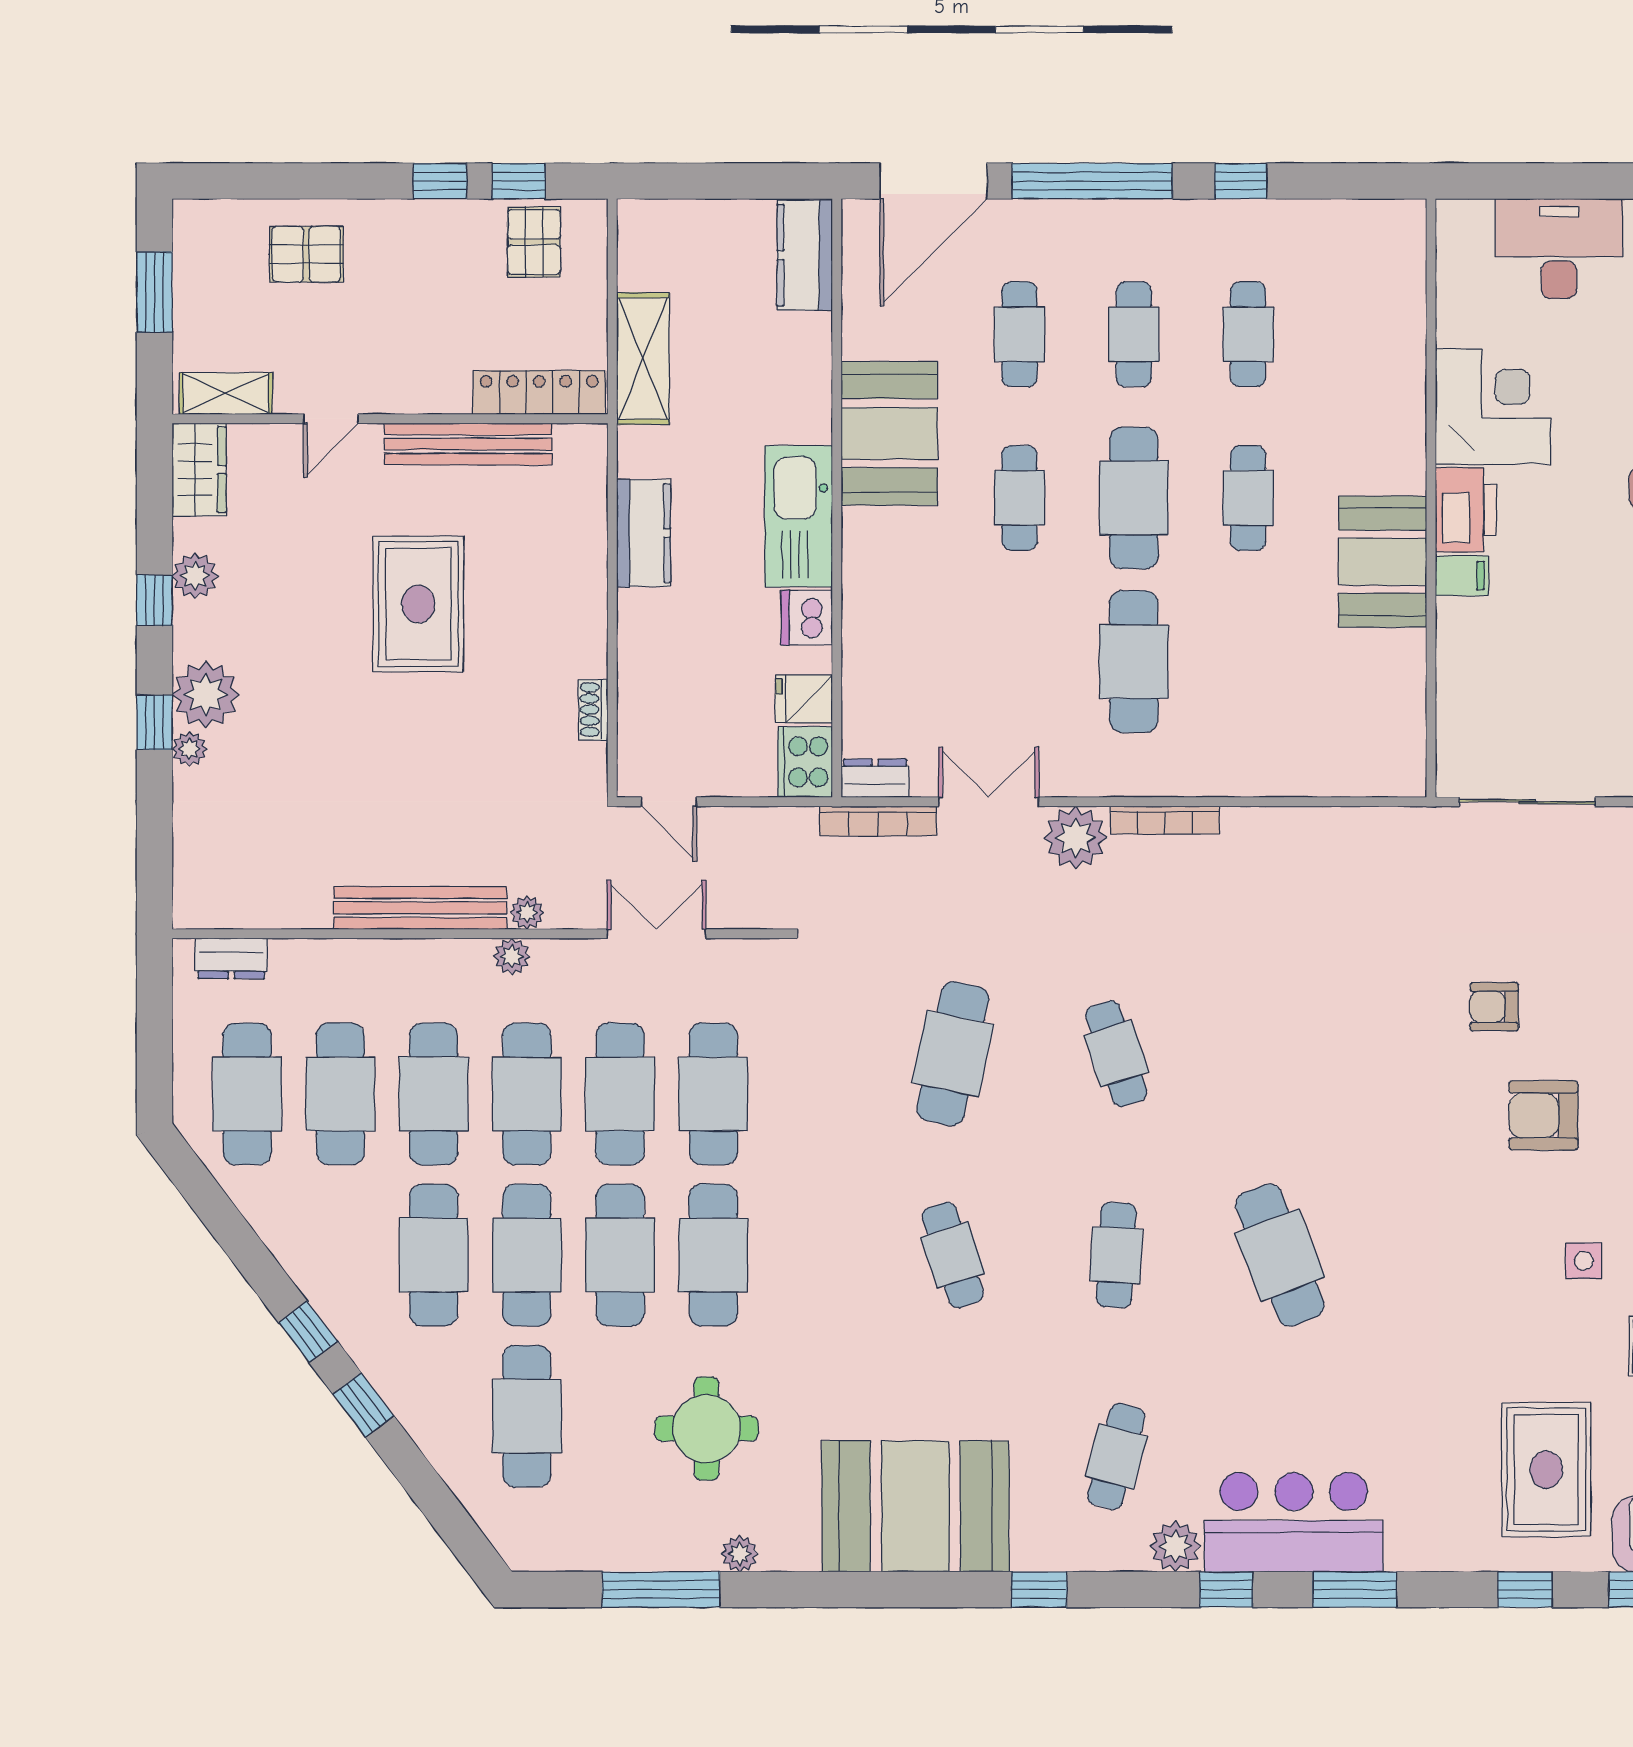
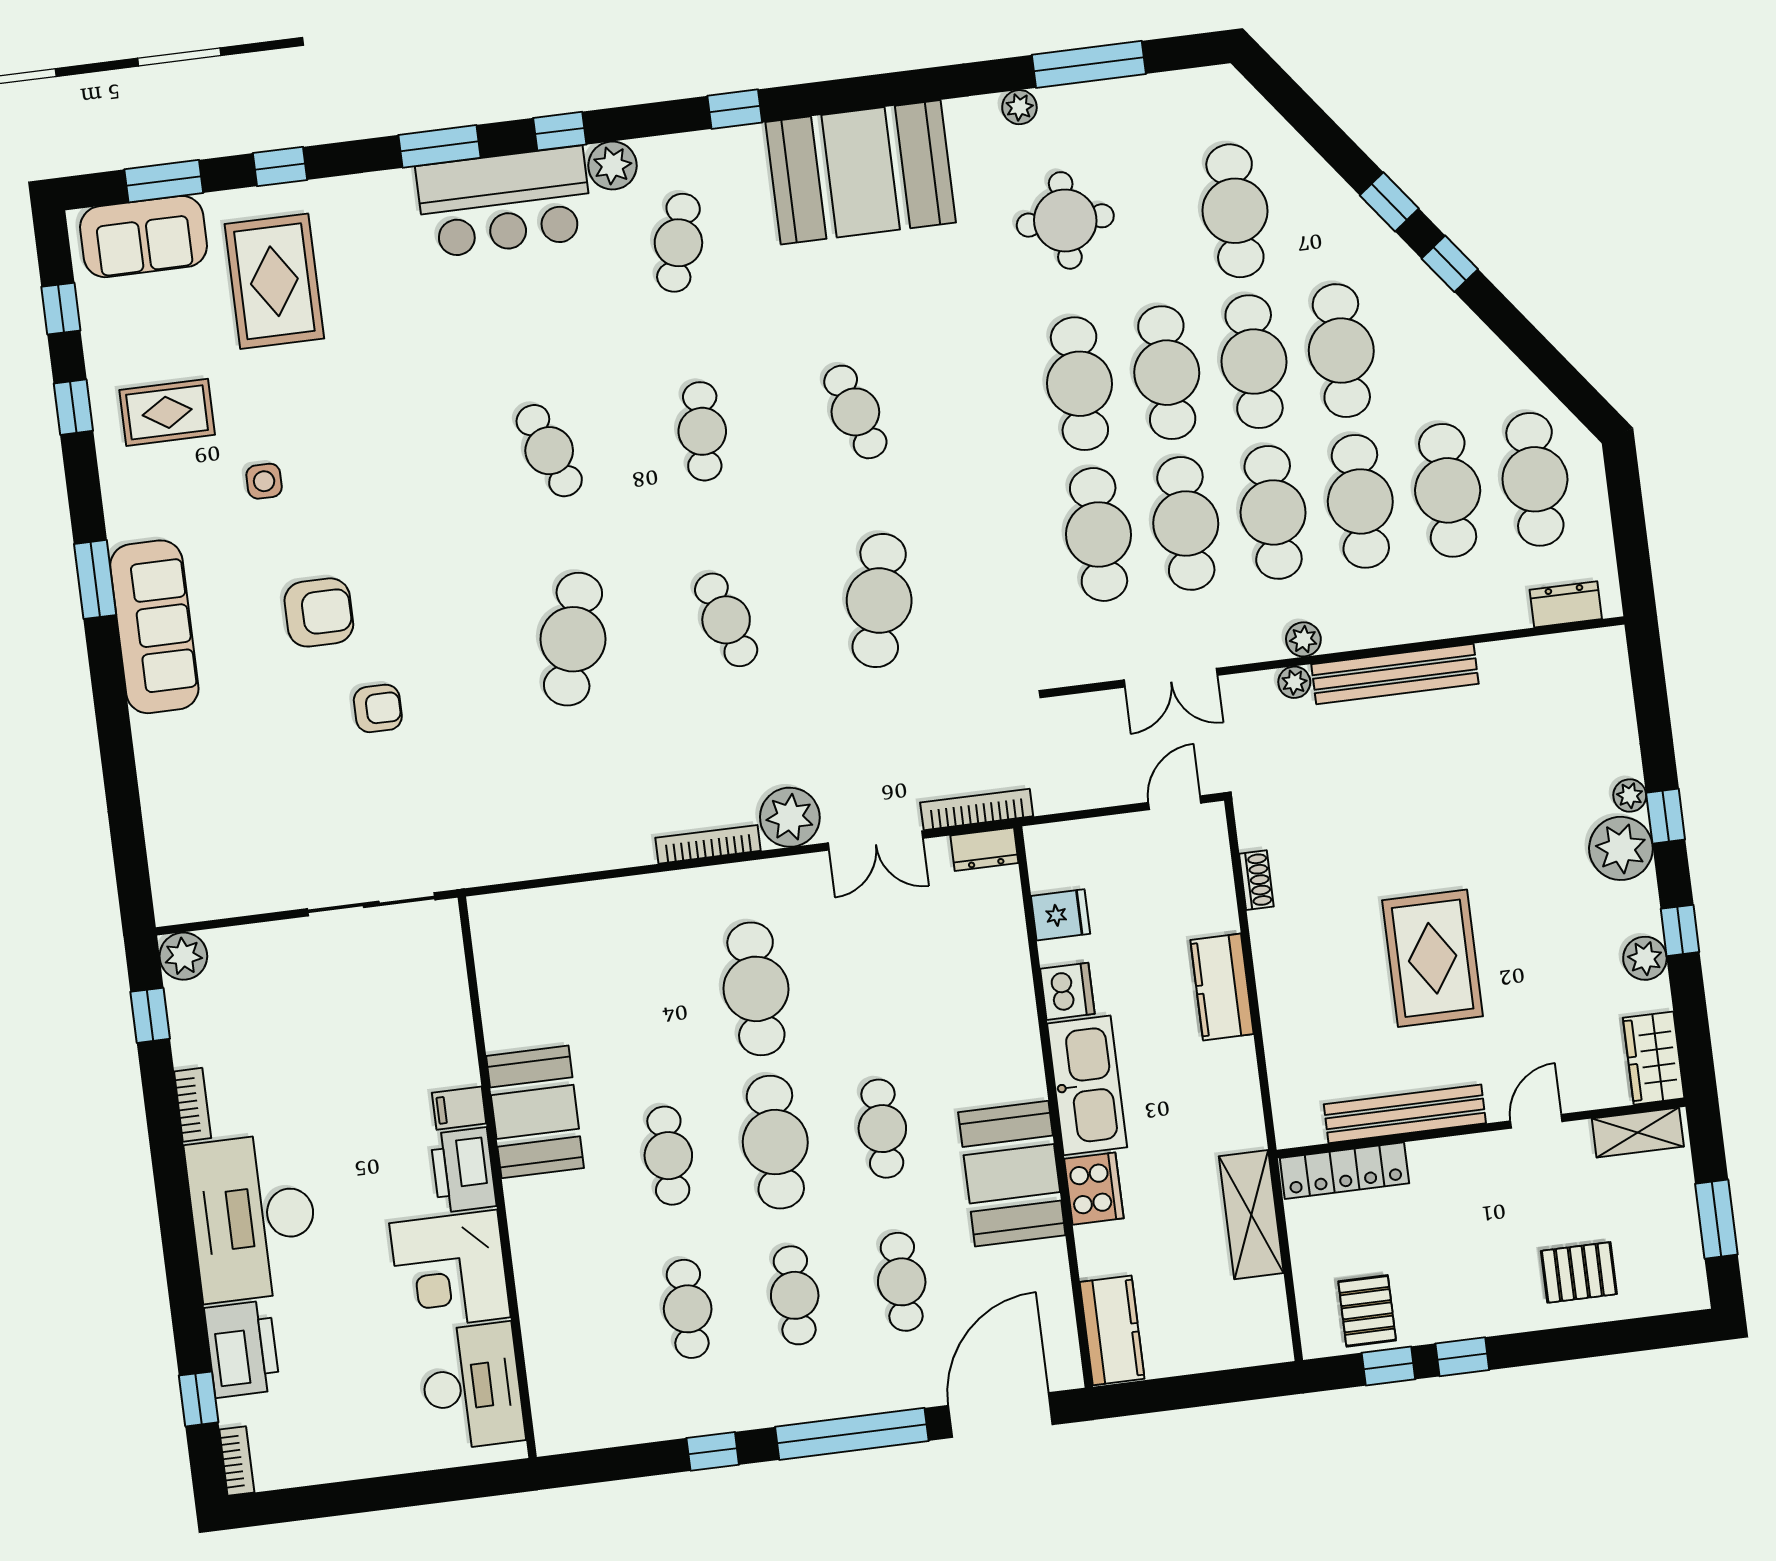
desk: (1559, 249) -> (472, 1386), moved, turned -90
kitchen counter: (644, 533) -> (1222, 987), moved
cooker: (805, 762) -> (1094, 1189), moved
door: (669, 802) -> (1175, 803), hinge flipped
cafe table: (1280, 1054) -> (573, 639), added
cafe table: (1280, 1255) -> (549, 451), width x0.73, depth x0.74

